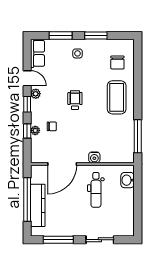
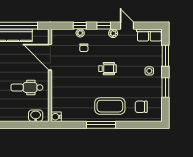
door: (27, 78) -> (127, 26), swing flipped
window: (138, 136) -> (101, 125), moved
water cooler: (94, 157) -> (56, 117), moved

